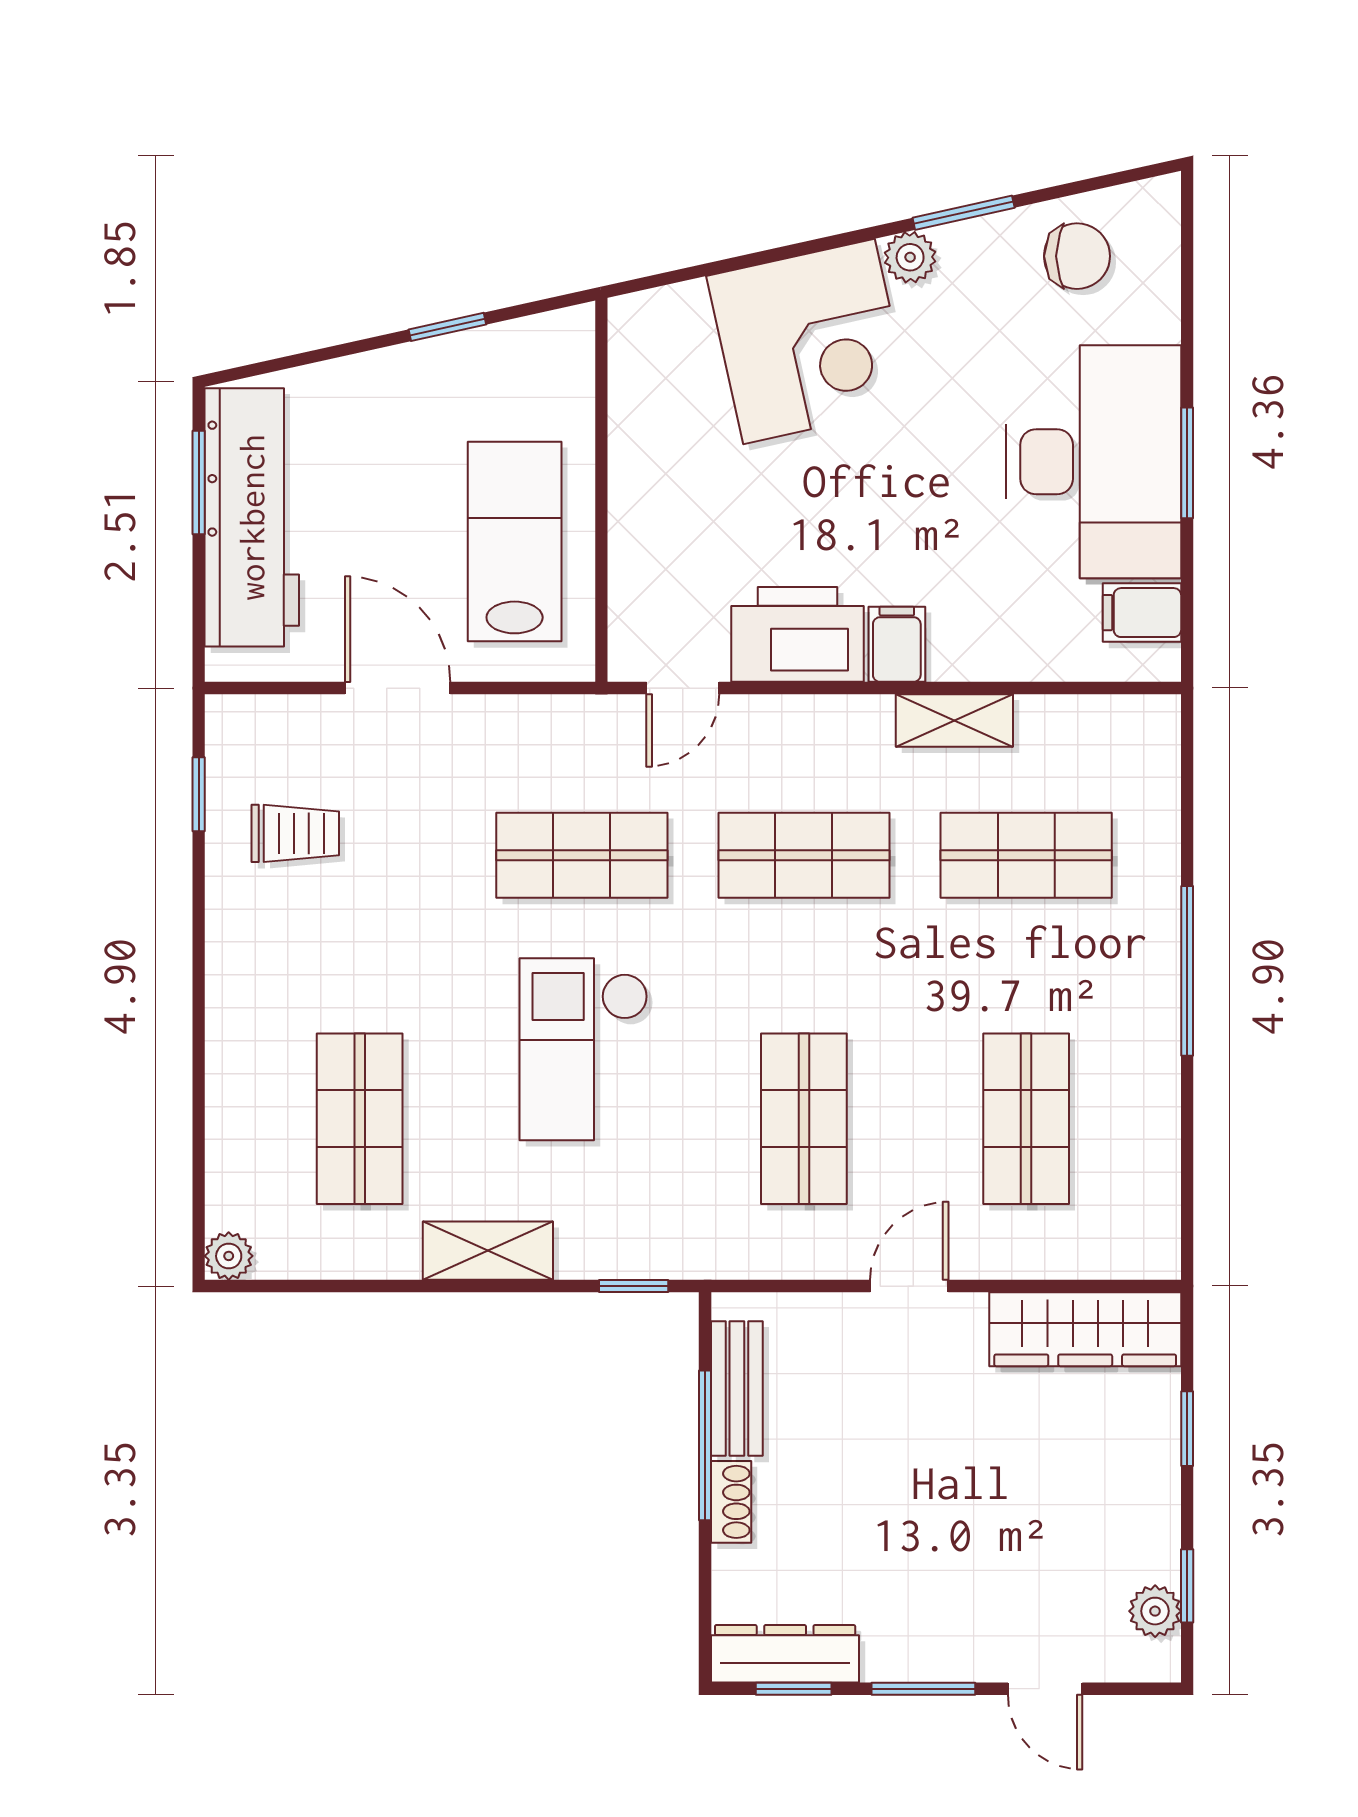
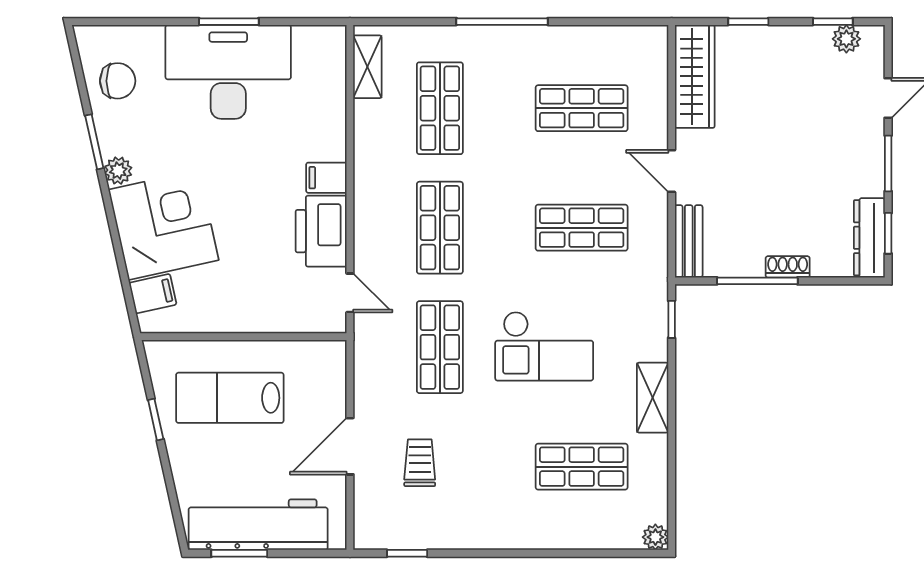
chair: (1077, 256) -> (118, 81), turned 90
lab bench: (515, 542) -> (230, 398), moved
filing cabinet: (1142, 613) -> (153, 294), moved, turned -102
shelving: (954, 720) -> (367, 67), moved
trolley: (295, 833) -> (420, 463), moved
bench: (737, 1389) -> (689, 241), moved, turned 90

